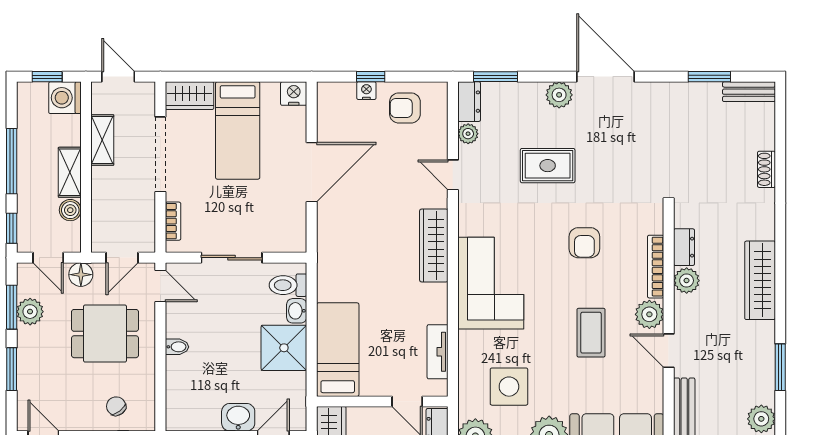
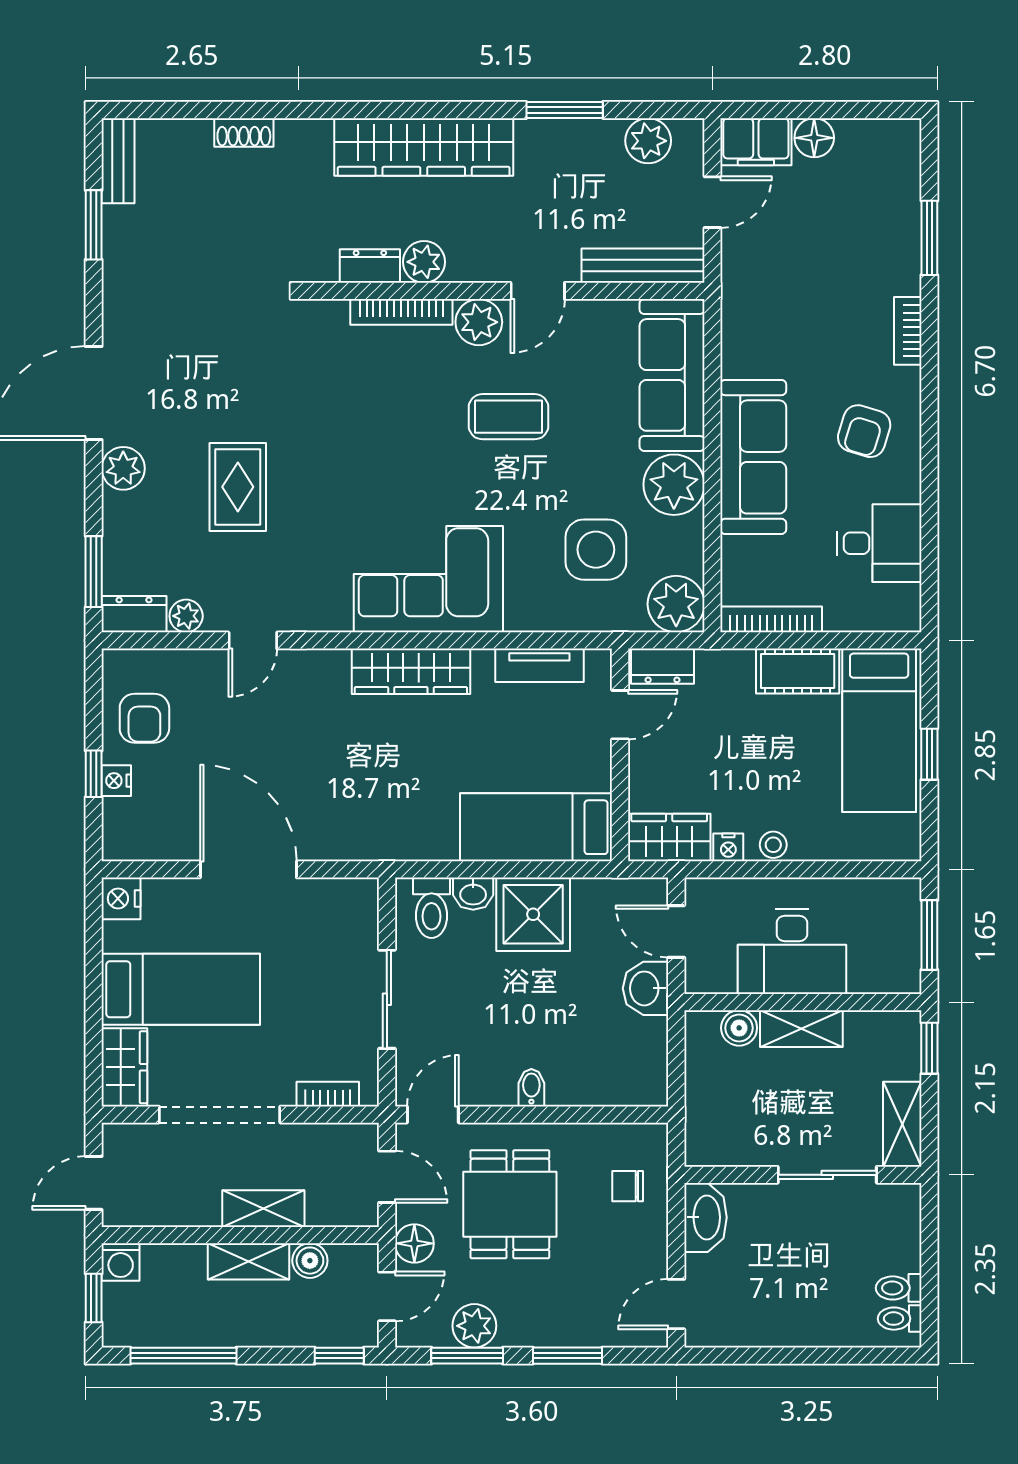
washing machine: (65, 98) -> (121, 1262), width x0.73, depth x0.73
shelving: (102, 140) -> (263, 1209), moved
window: (12, 161) -> (183, 1356), moved
armchair: (584, 243) -> (363, 427), removed
wardrobe: (434, 245) -> (411, 671), moved
wardrobe: (760, 280) -> (424, 147), width x1.40, depth x1.17
chair: (116, 406) -> (628, 1186), turned 37

